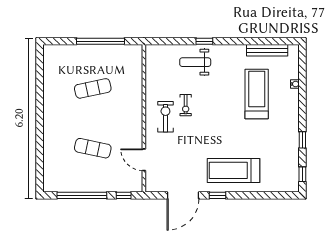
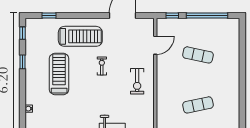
treadmill: (257, 94) -> (59, 74), moved, turned 180
exercise bike: (186, 105) -> (102, 66), moved
door: (144, 160) -> (155, 45), hinge flipped
window: (218, 195) -> (49, 16), moved

